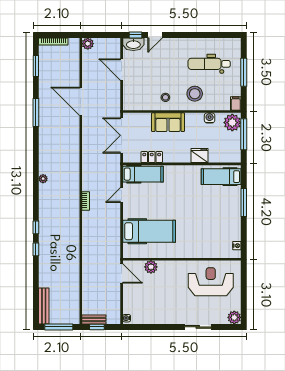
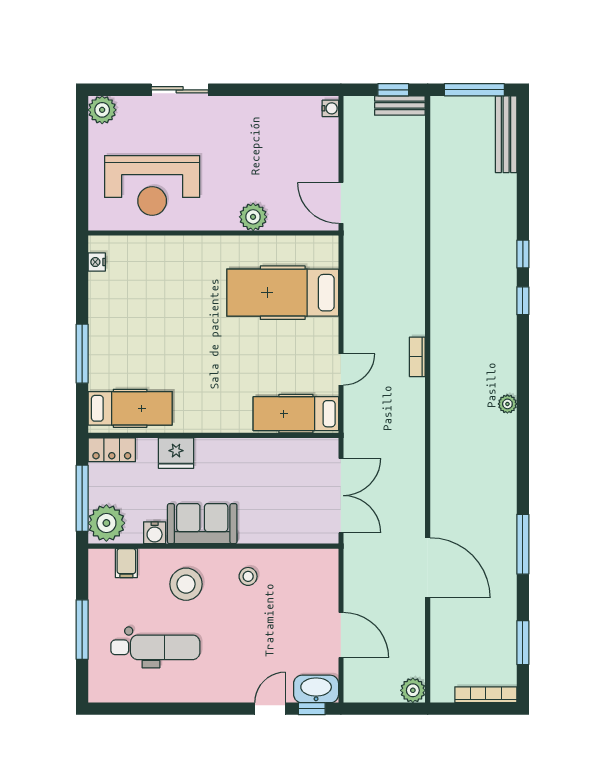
filing cabinet: (236, 104) -> (126, 563), moved
sofa: (168, 122) -> (202, 524), moved
locker: (152, 157) -> (112, 450), moved
plant: (151, 267) -> (253, 217), moved

